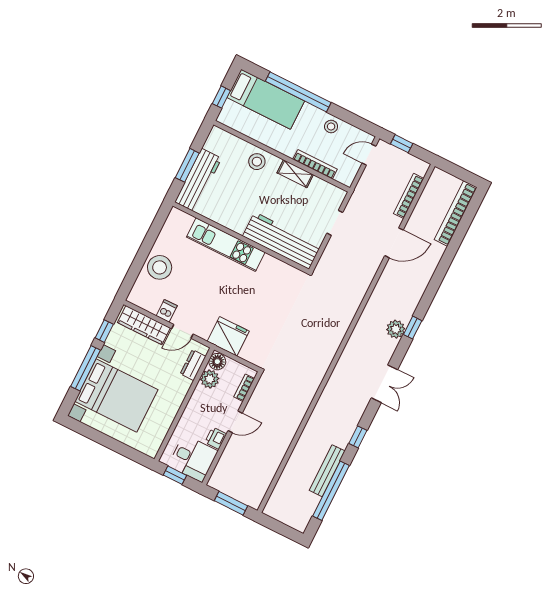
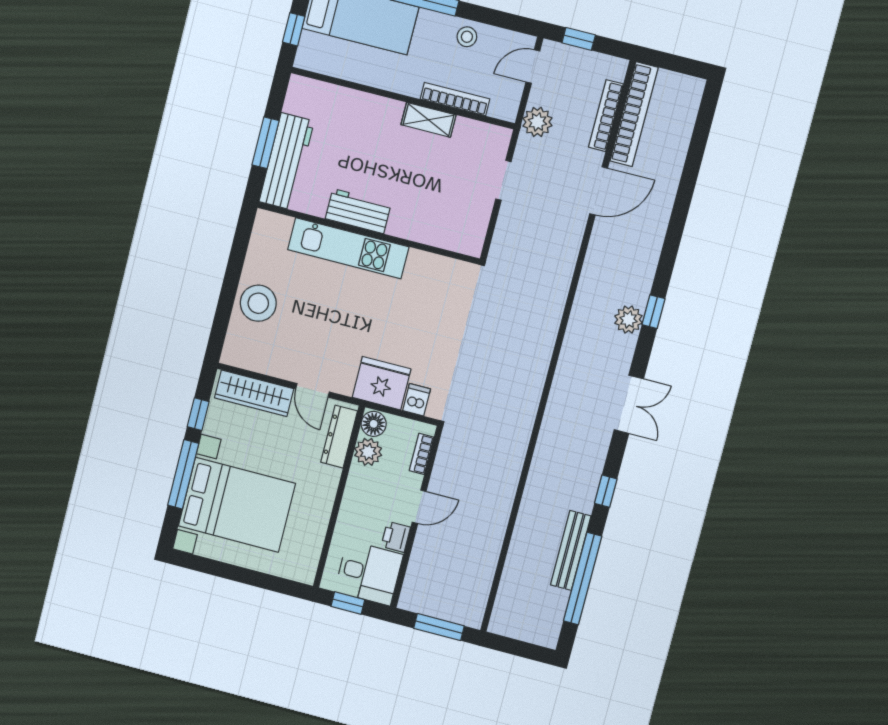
stool: (257, 162) -> (368, 114), removed
plant: (364, 190) -> (537, 122), added
bookcase: (456, 213) -> (634, 114), moved, turned 180
workbench: (282, 241) -> (358, 211), moved, width x0.53, depth x0.76
dishwasher: (167, 311) -> (417, 400), moved
door: (182, 331) -> (313, 390), hinge flipped
dresser: (193, 365) -> (339, 437), width x1.44

